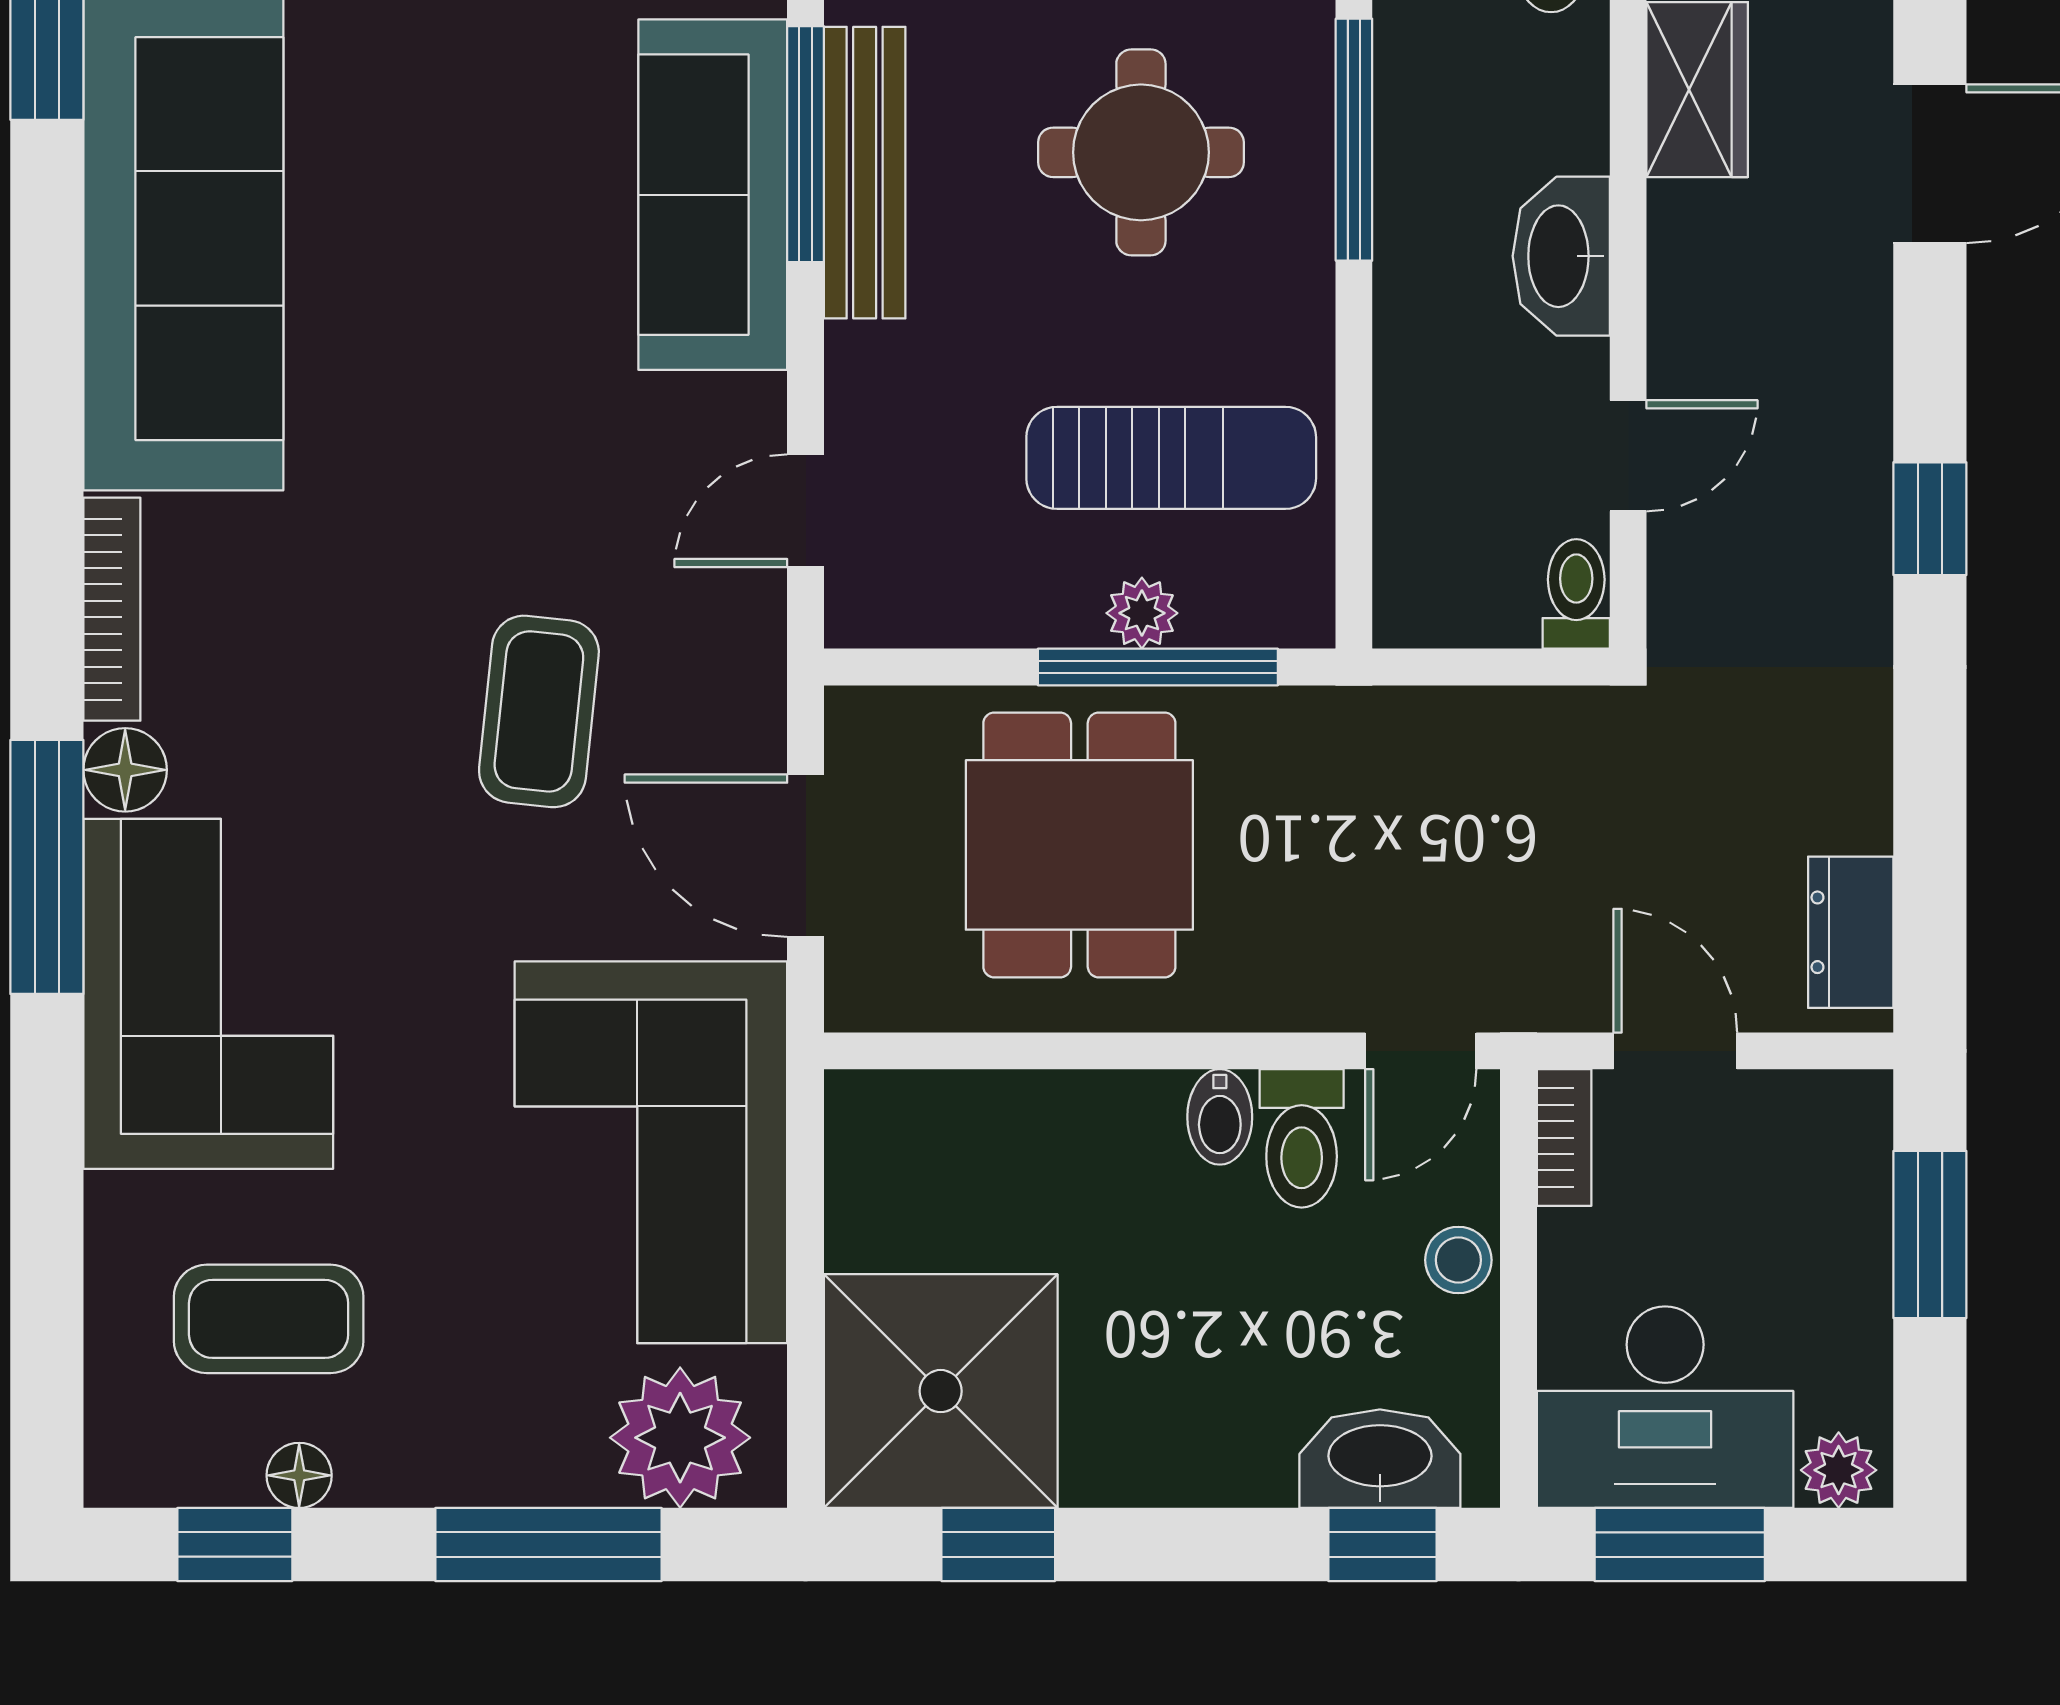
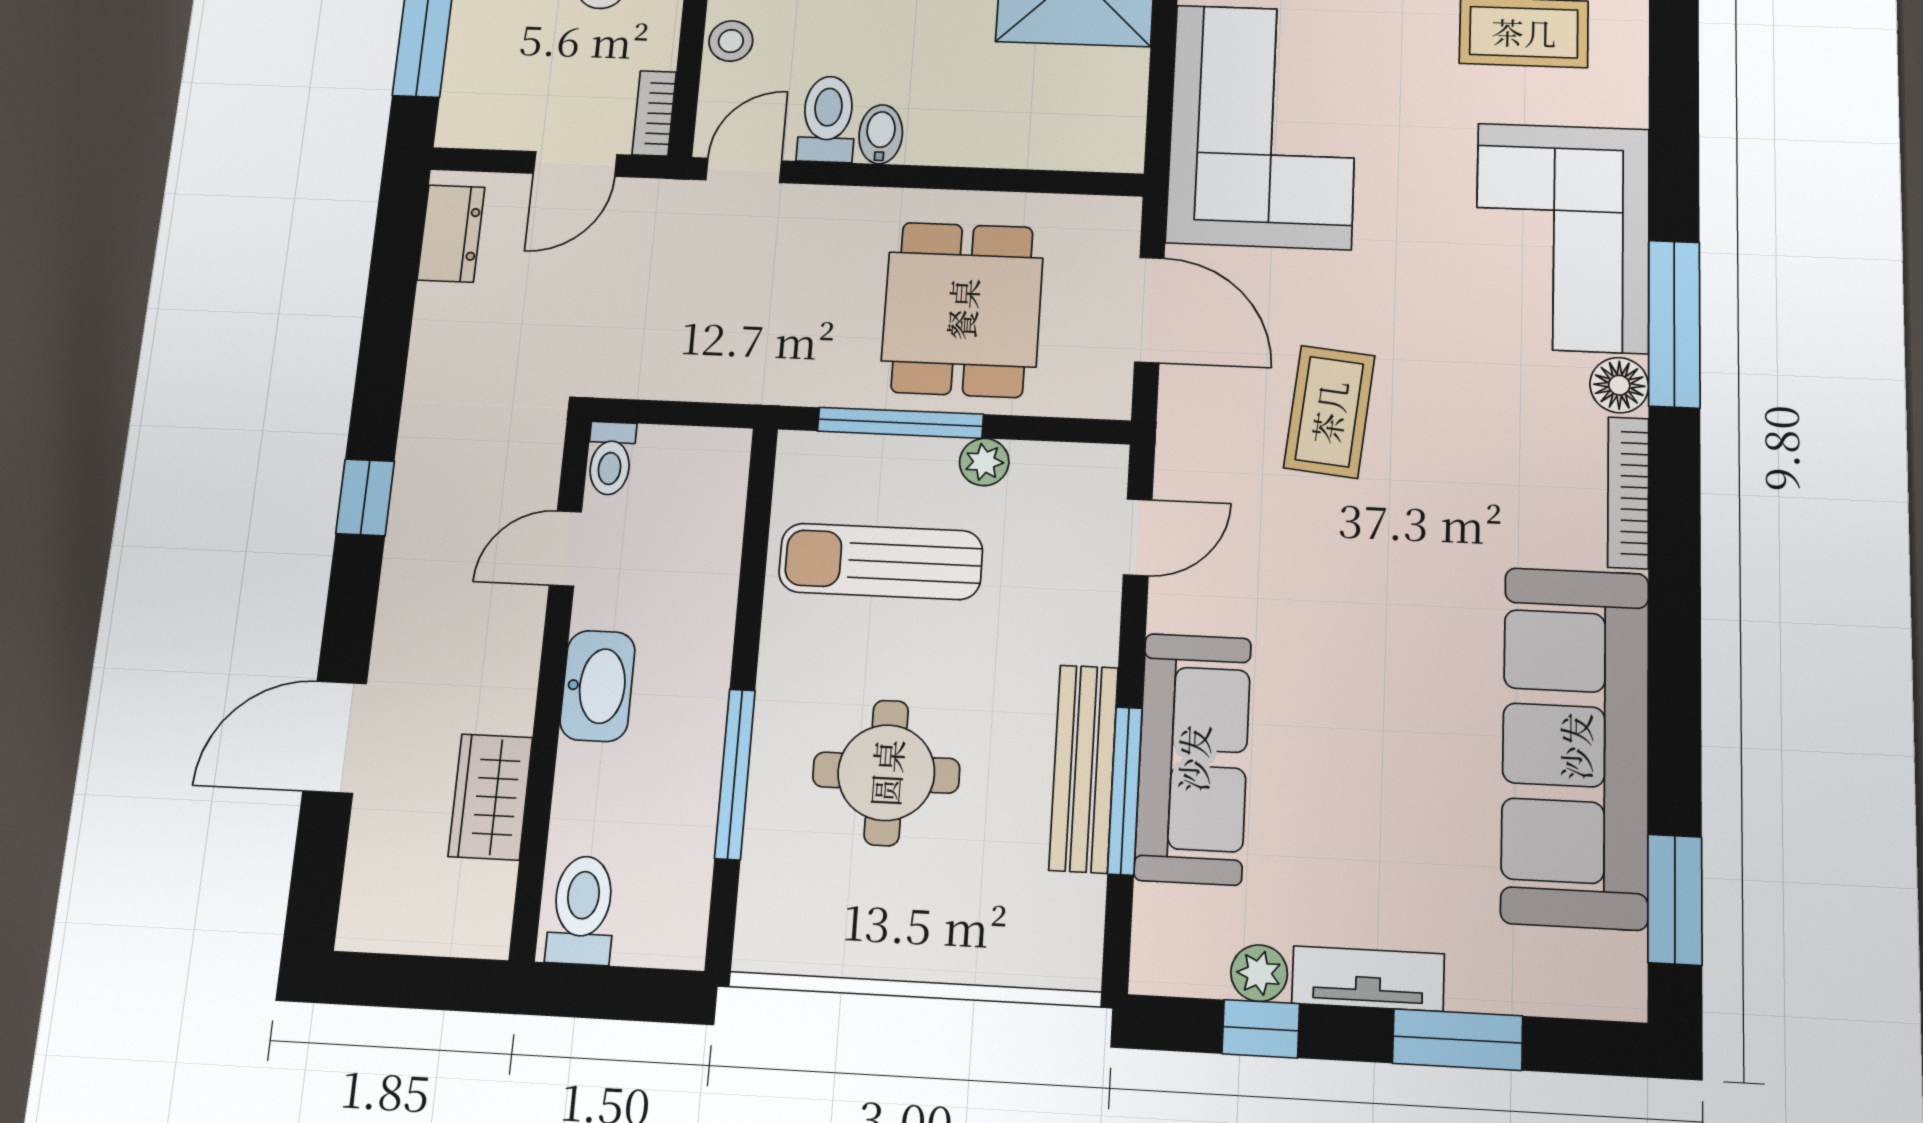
plant: (1142, 613) -> (984, 462), moved
door: (1675, 1051) -> (575, 164), hinge flipped

